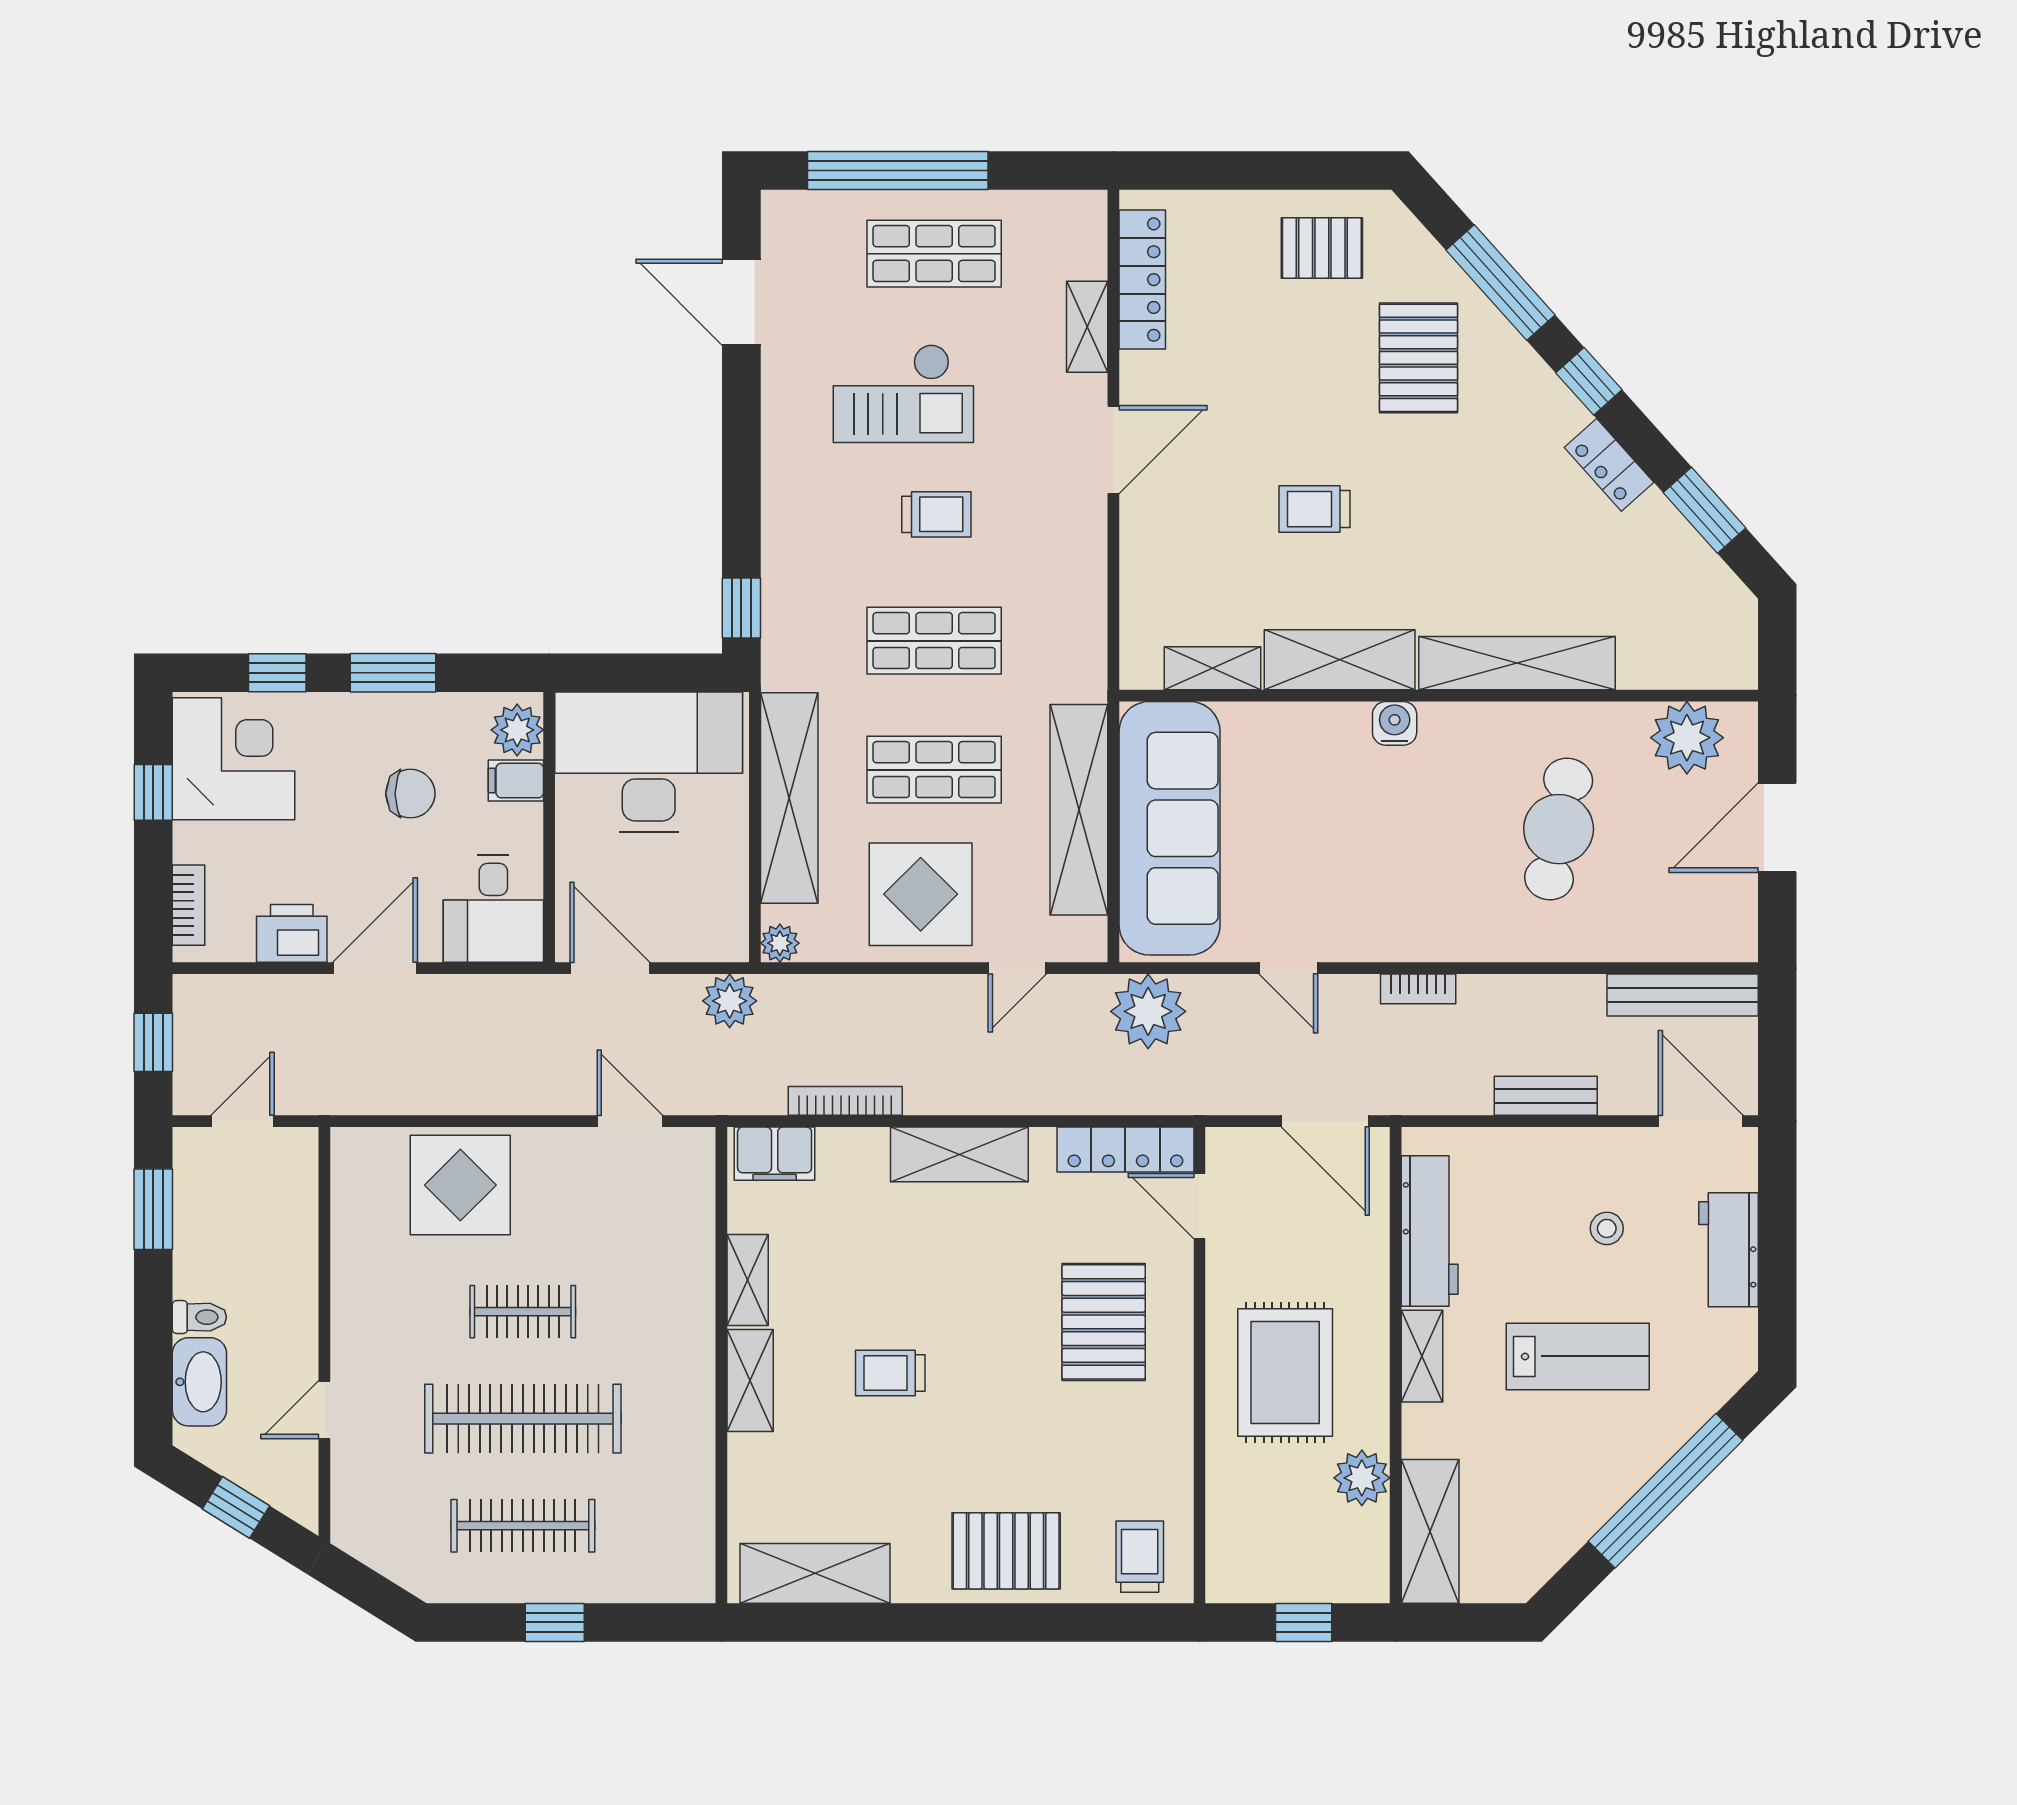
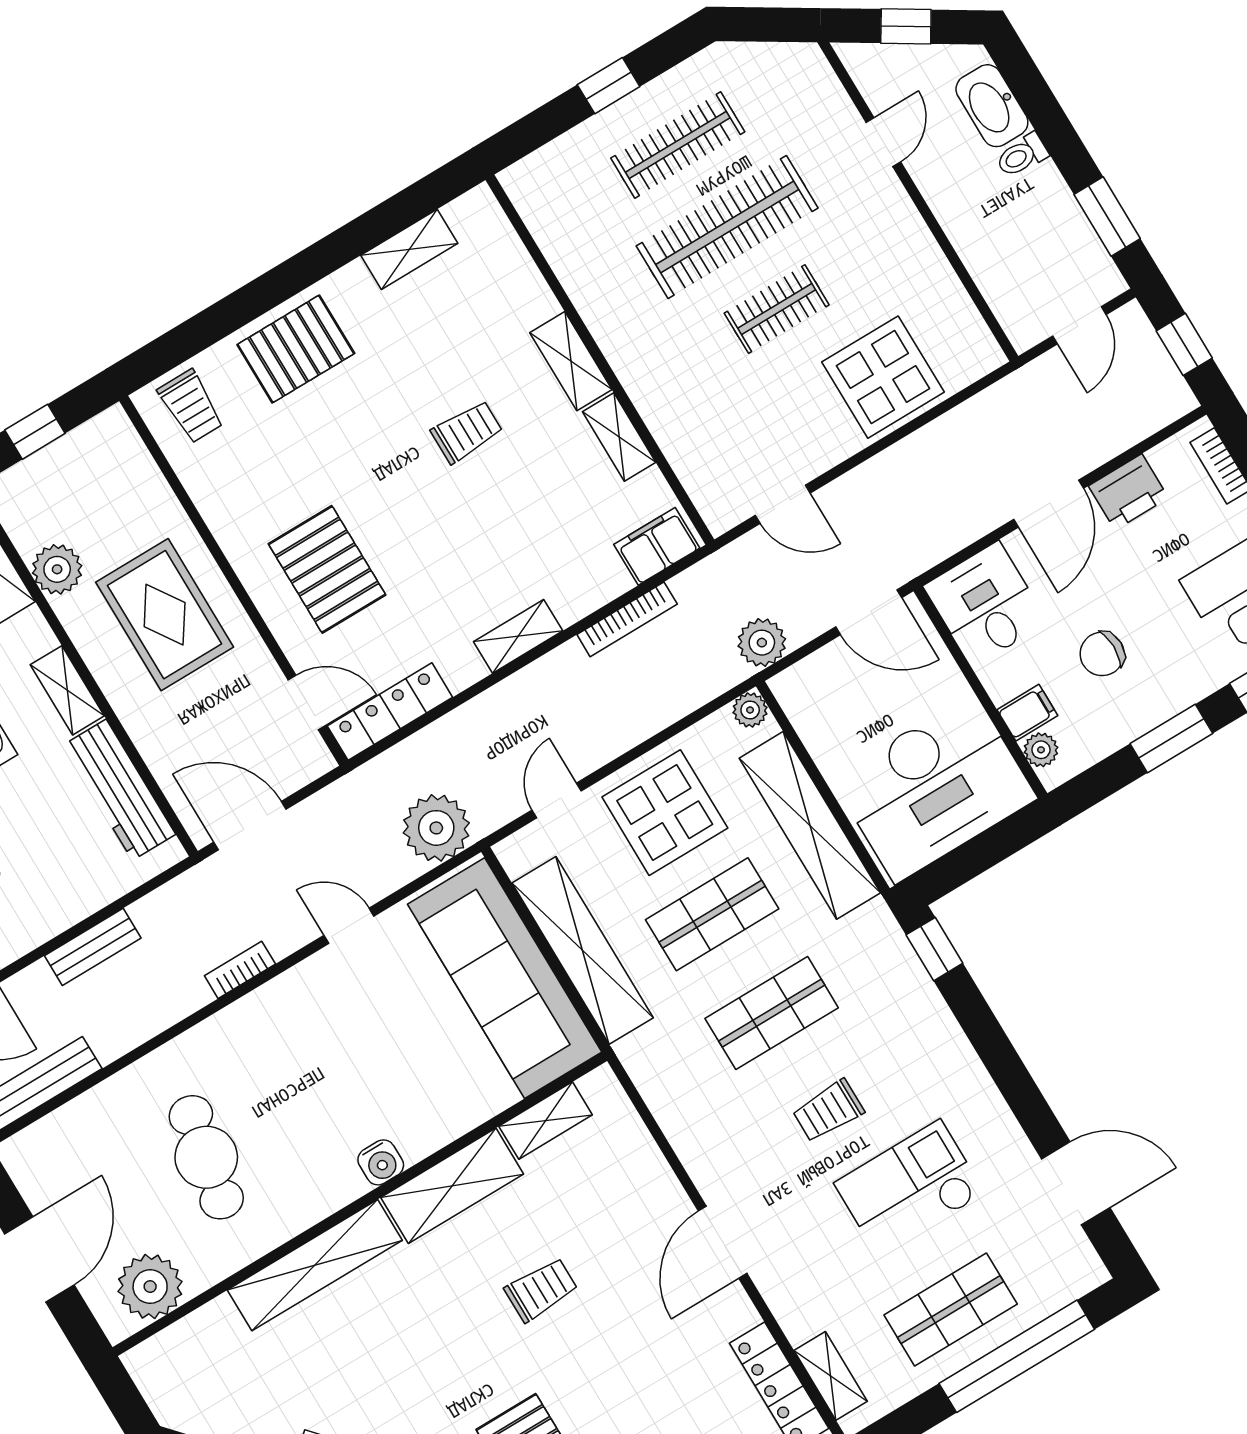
shelving: (1087, 327) -> (831, 1376), moved
plant: (517, 730) -> (1041, 750), width x0.73, depth x0.73
shelving: (959, 1154) -> (518, 636), width x0.67, depth x0.75
shelving: (815, 1573) -> (409, 249), width x0.67, depth x0.75

